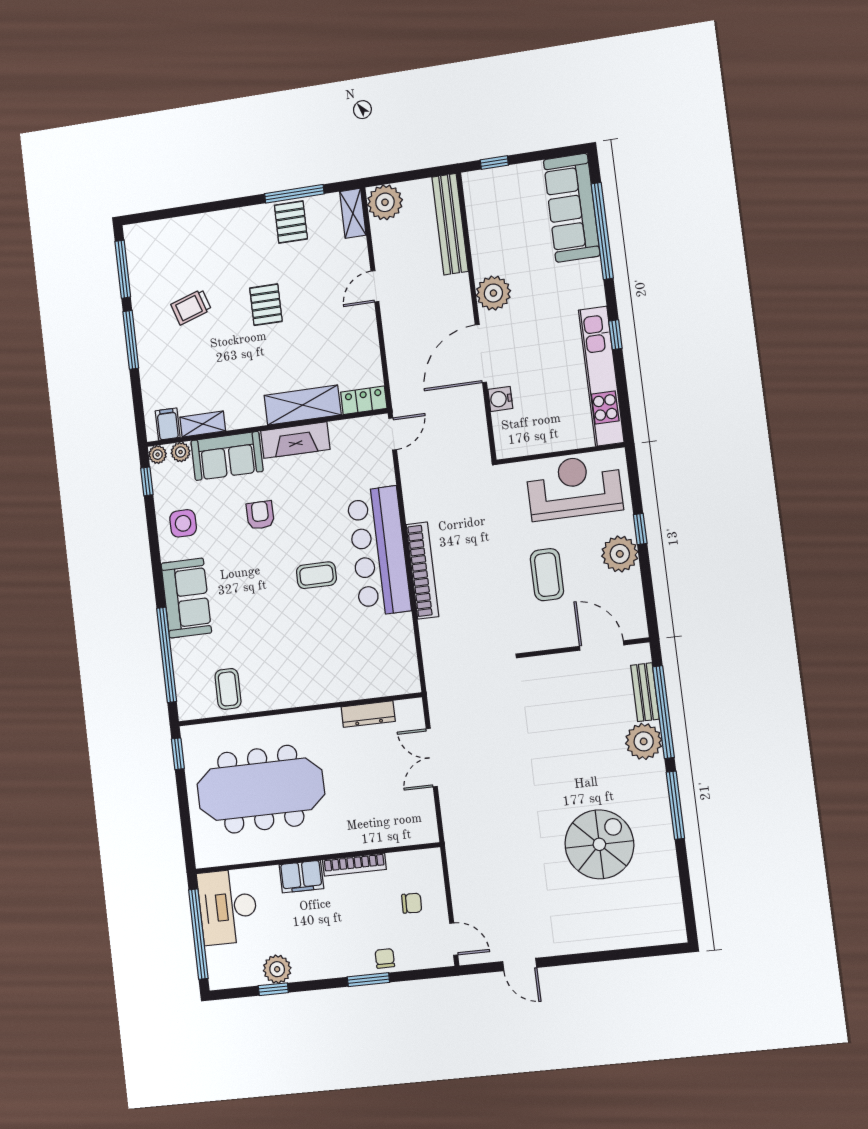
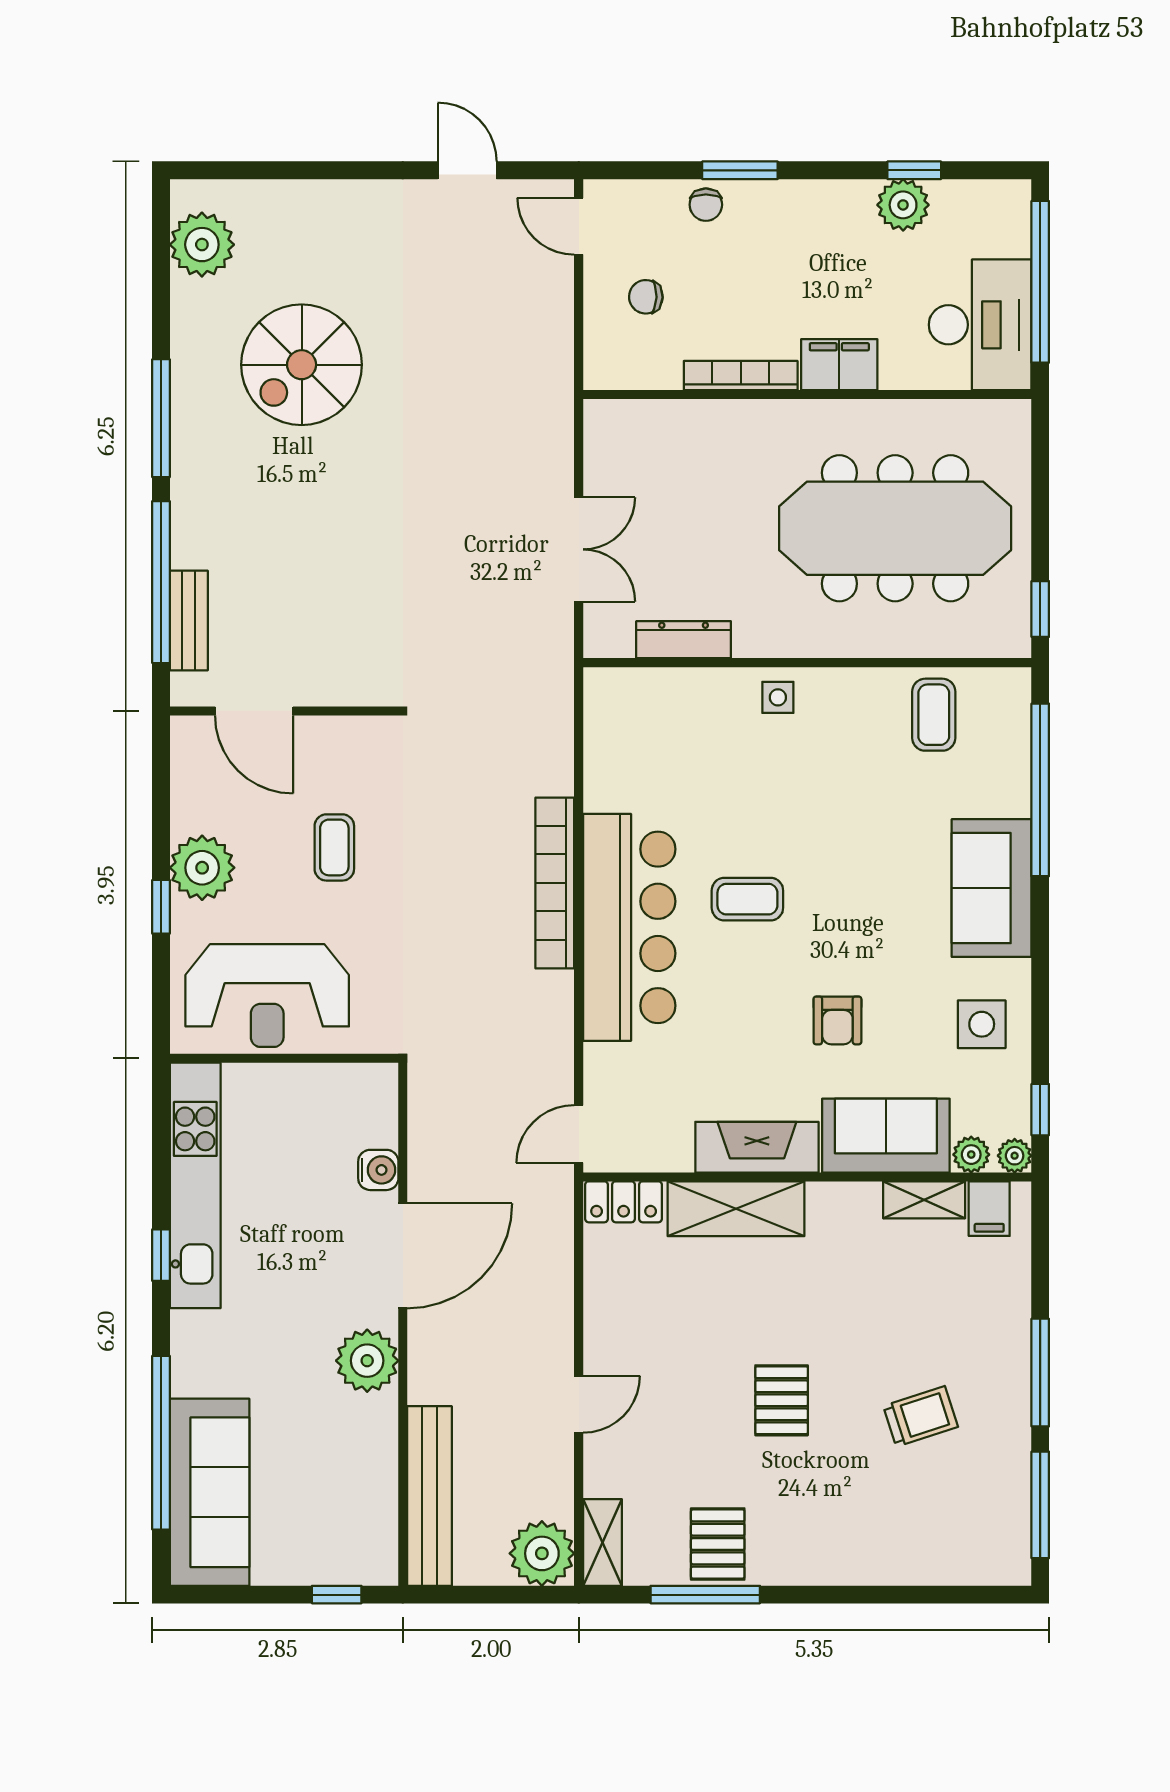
coffee table: (547, 575) -> (334, 847), width x0.73, depth x0.77
side table: (313, 688) -> (778, 697), added
plant: (644, 741) -> (202, 245), moved

